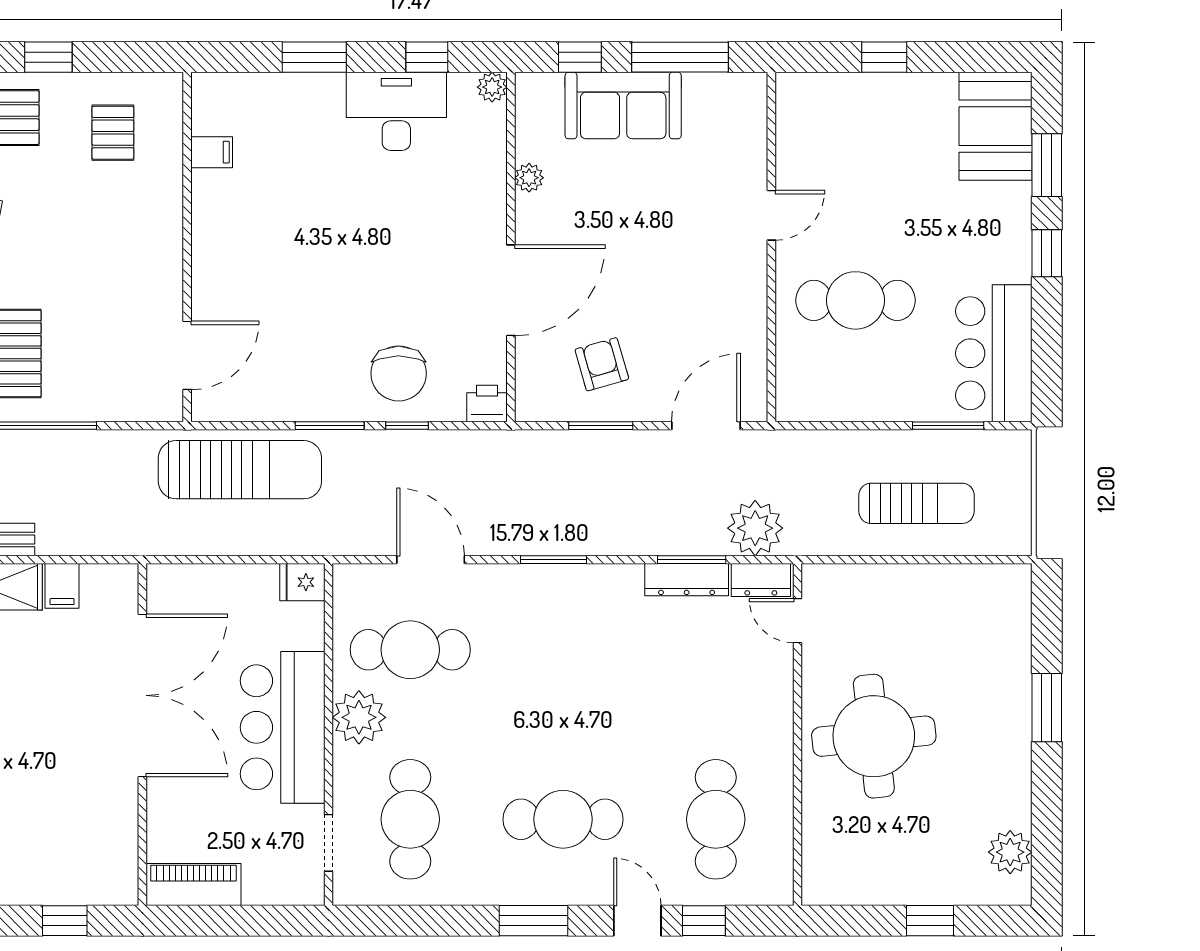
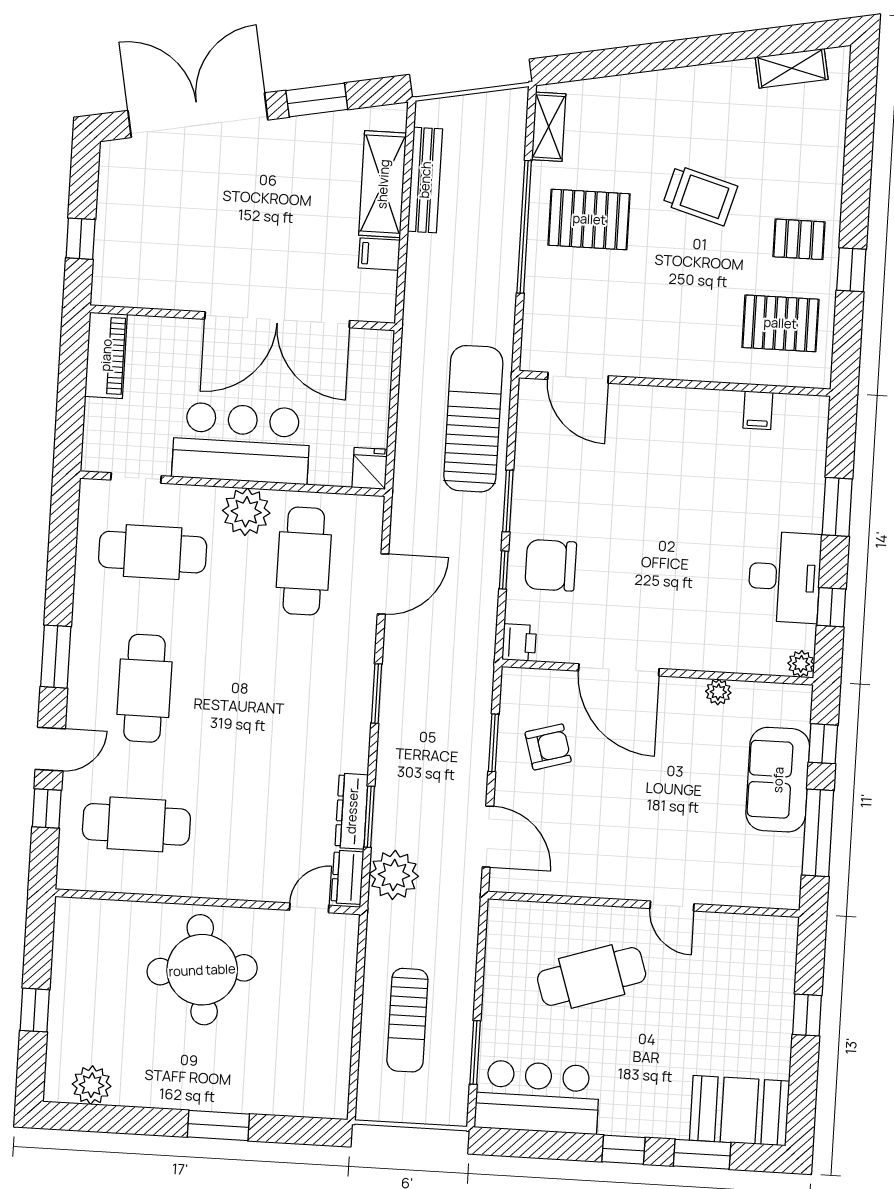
pallet: (113, 133) -> (780, 323), width x1.50, depth x1.42
cafe table: (856, 300) -> (592, 976), turned 72
sun lounger: (240, 470) -> (473, 419), turned 180

